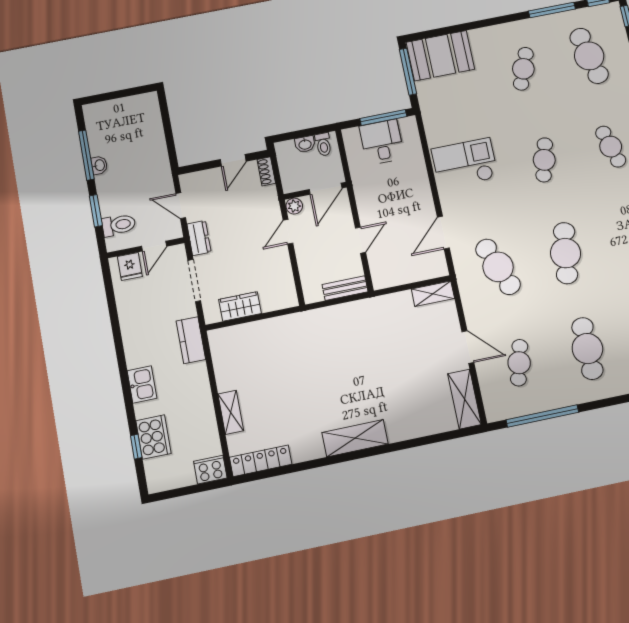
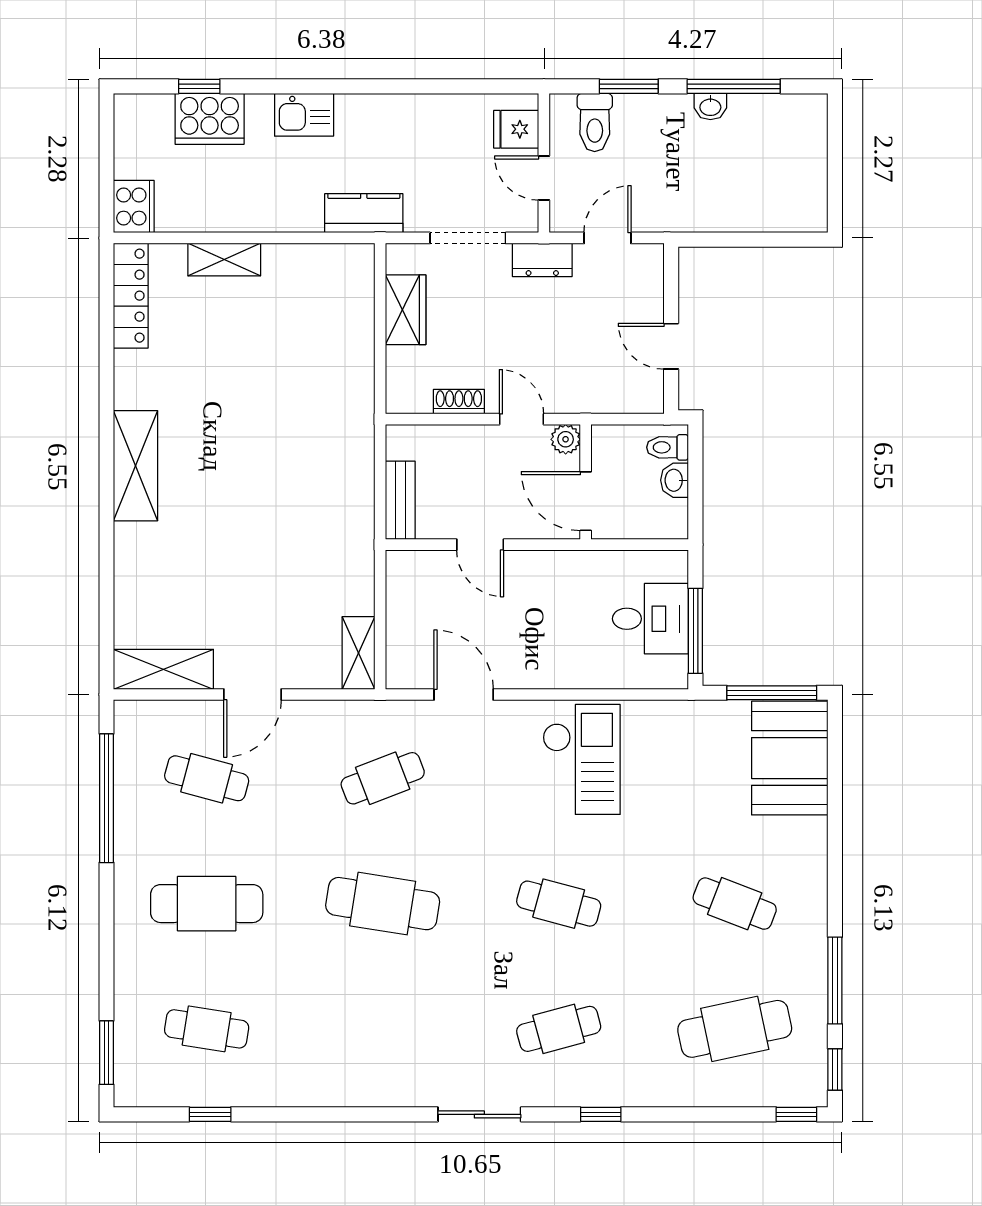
toilet: (323, 144) -> (668, 447), moved
shoe rack: (266, 171) -> (459, 402), moved
cafe table: (498, 267) -> (383, 778), width x0.73, depth x0.74

